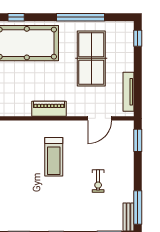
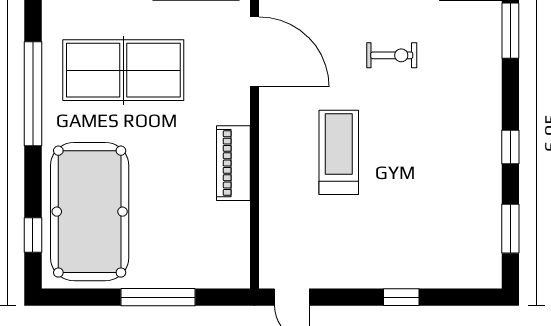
door: (100, 118) -> (255, 52), width x1.36
treadmill: (54, 157) -> (339, 152), turned -90

